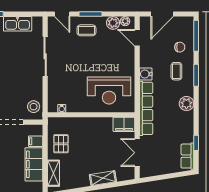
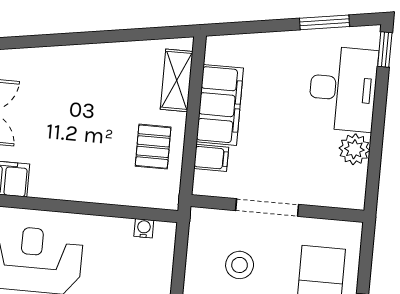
stool: (34, 107) -> (240, 265), moved
shelving: (103, 178) -> (63, 58), removed

